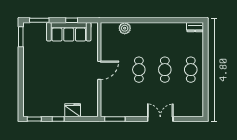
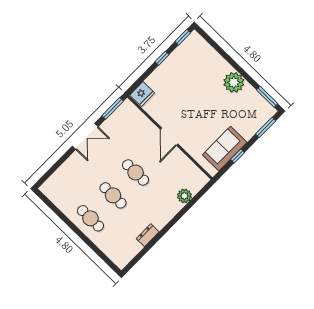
dresser: (195, 27) -> (148, 235), moved
sofa: (69, 32) -> (225, 149), width x0.73
plant: (31, 64) -> (234, 82), added
fridge: (73, 110) -> (142, 94), moved
double door: (160, 119) -> (85, 136), moved

